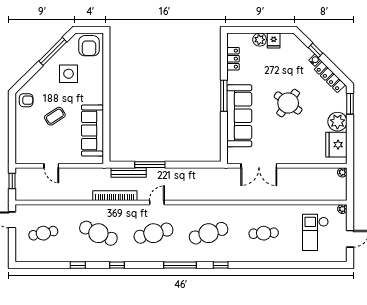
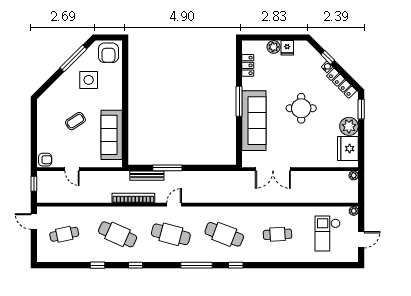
armchair: (26, 100) -> (45, 160), moved
round table: (288, 103) -> (301, 108), turned -36
cafe table: (153, 233) -> (171, 234), turned 30
cafe table: (209, 233) -> (224, 234), turned 39

